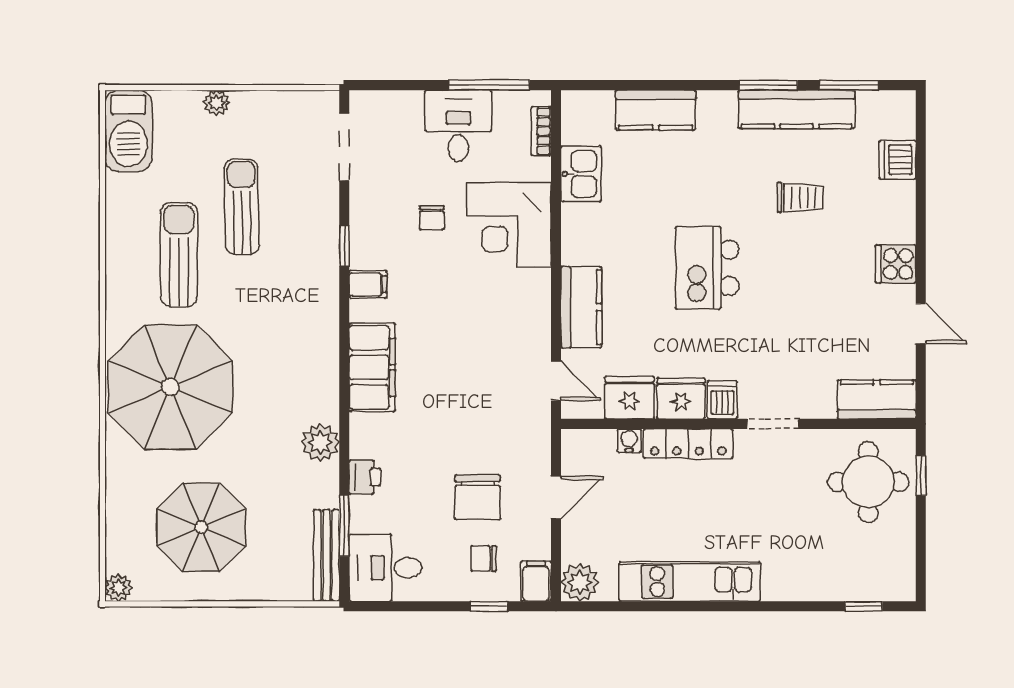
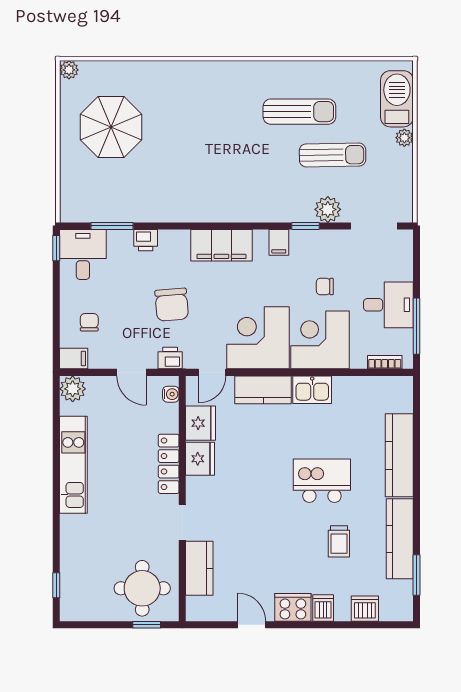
window: (769, 85) -> (417, 519), removed
kitchen counter: (656, 110) -> (399, 455), width x1.50
barbecue: (128, 131) -> (397, 99), moved, turned 90
kitchen sink: (581, 174) -> (312, 390), moved
cooker: (896, 264) -> (293, 607), width x1.36
kitchen island: (707, 268) -> (322, 481), moved
corner desk: (506, 314) -> (258, 338), added
door: (921, 323) -> (252, 625), swing flipped
parasol: (170, 387) -> (208, 106), removed
kitchen counter: (877, 399) -> (199, 568), moved
dishwasher: (722, 400) -> (323, 608), moved, turned -90
water cooler: (629, 441) -> (171, 394), moved
printer: (535, 442) -> (170, 358), added
plant: (320, 443) -> (328, 209), moved
chair: (478, 497) -> (172, 305), moved, turned -95
bench: (327, 555) -> (91, 214), removed
window: (489, 606) -> (56, 248), moved

